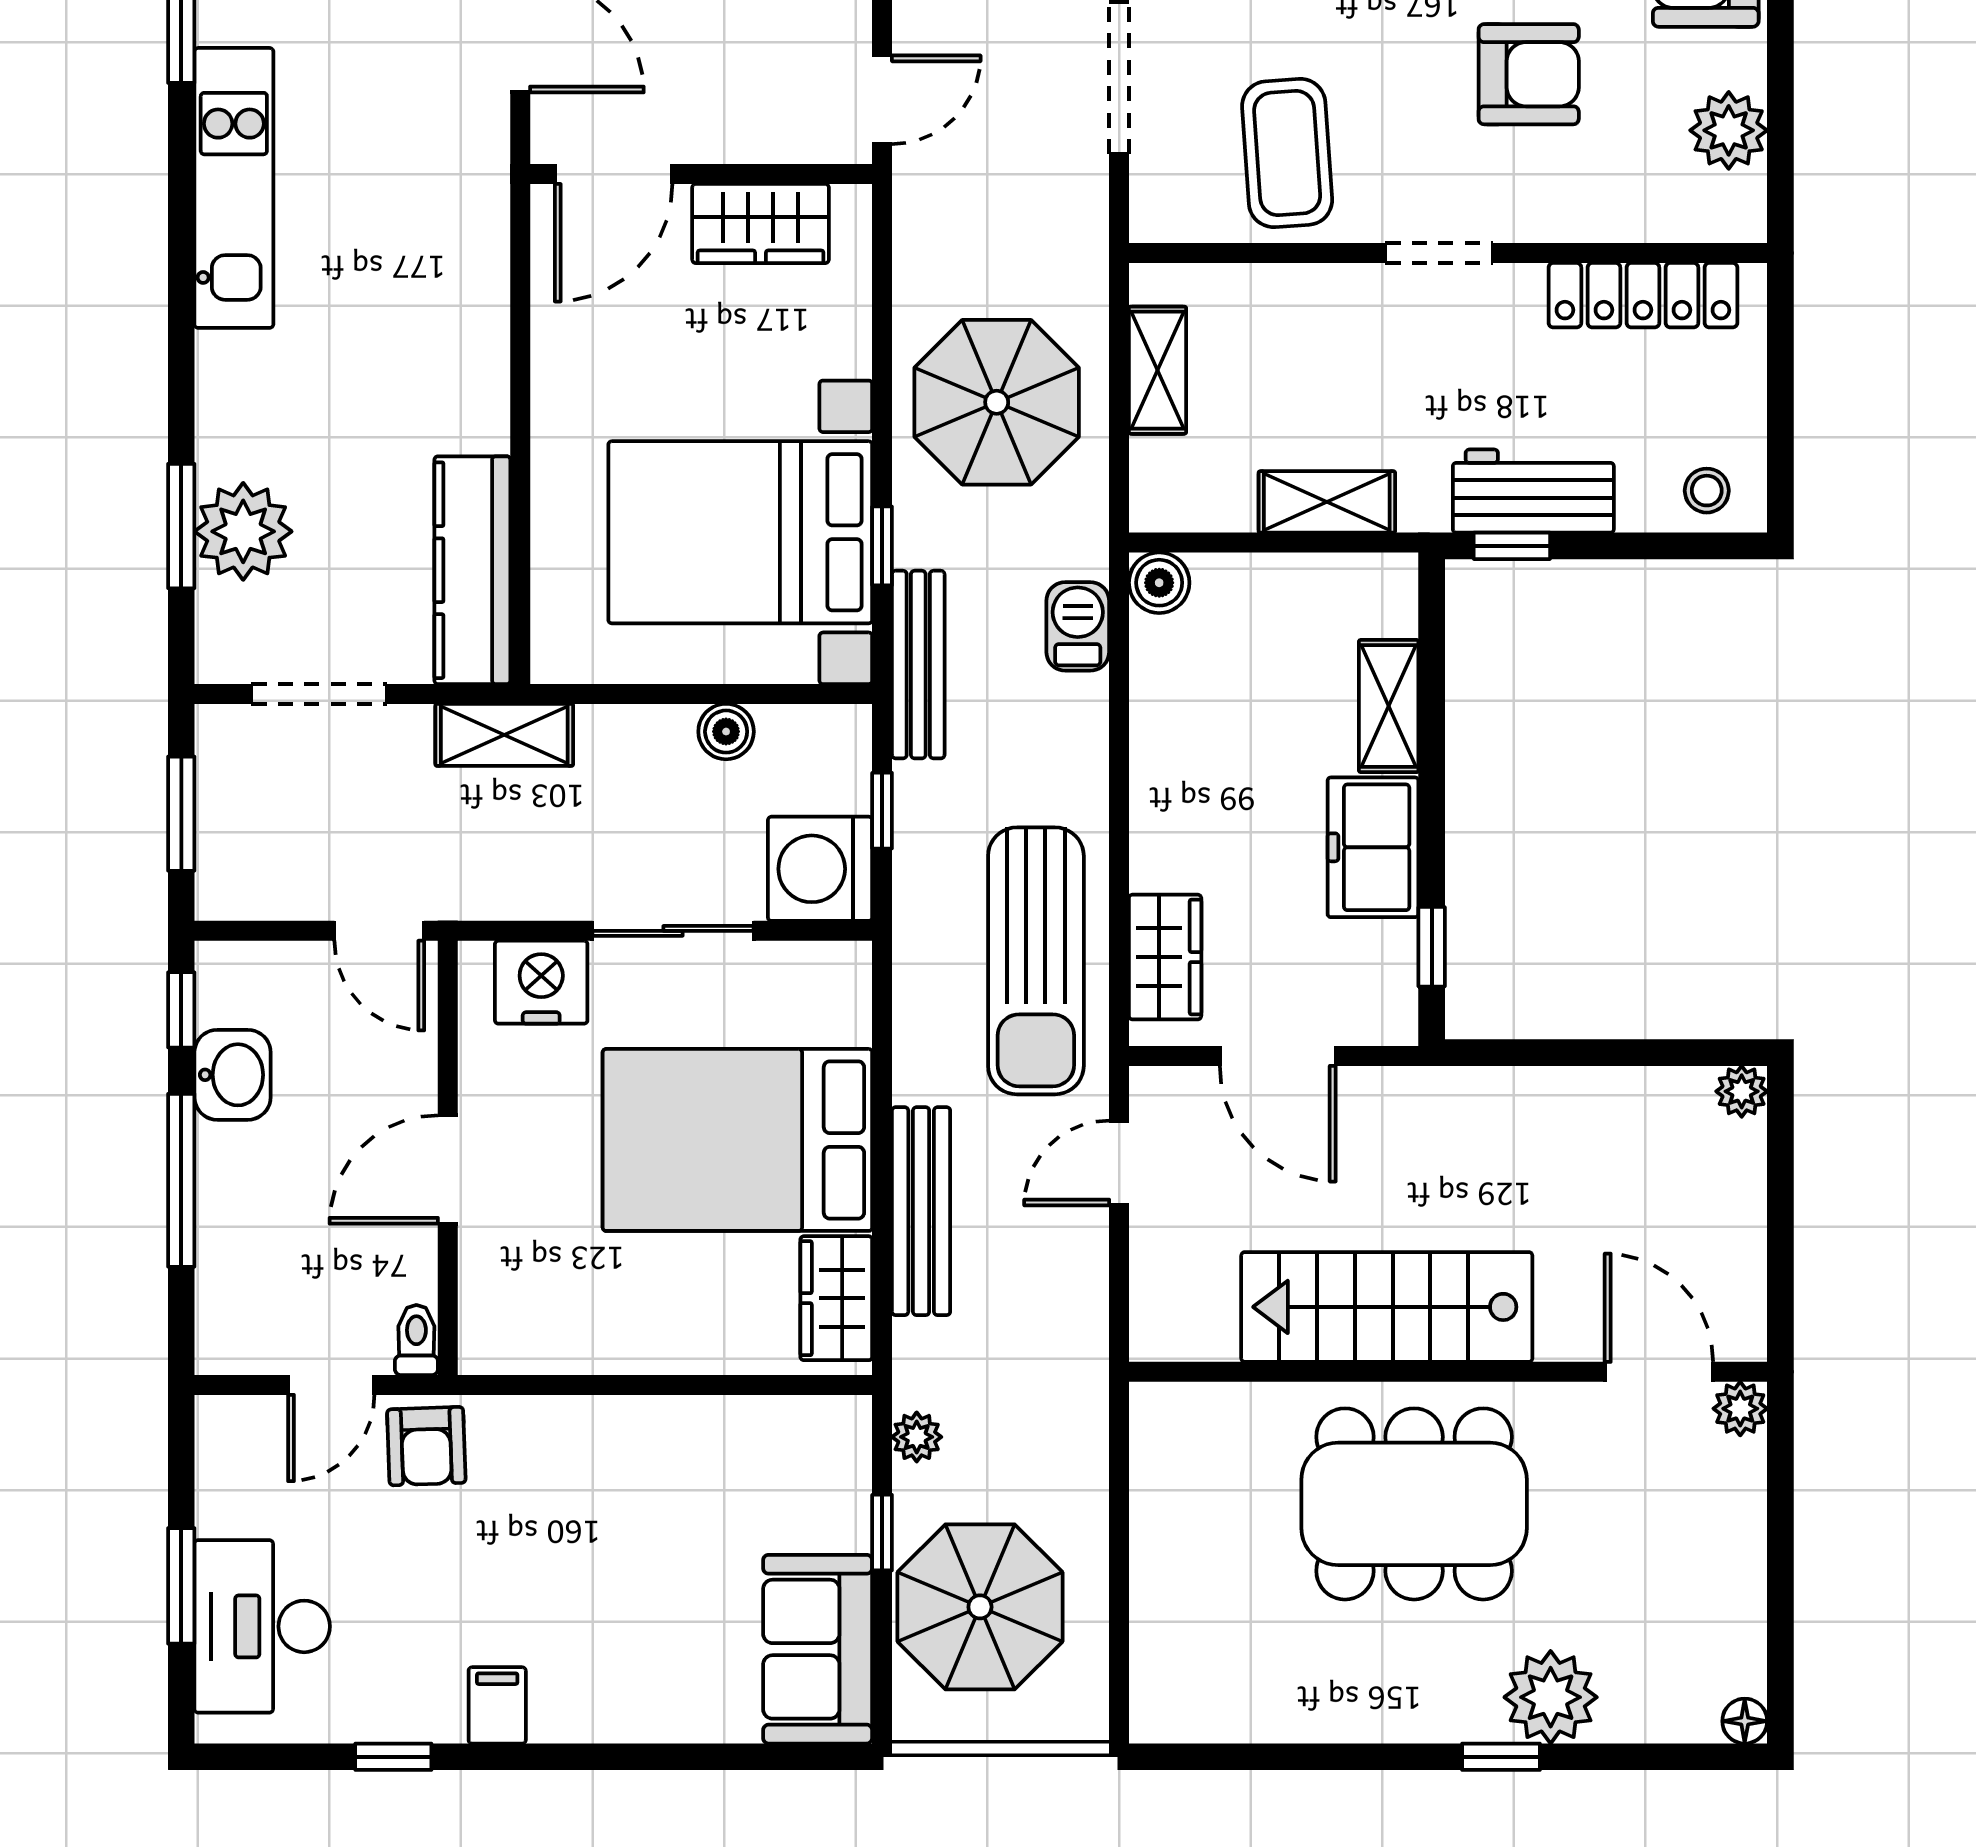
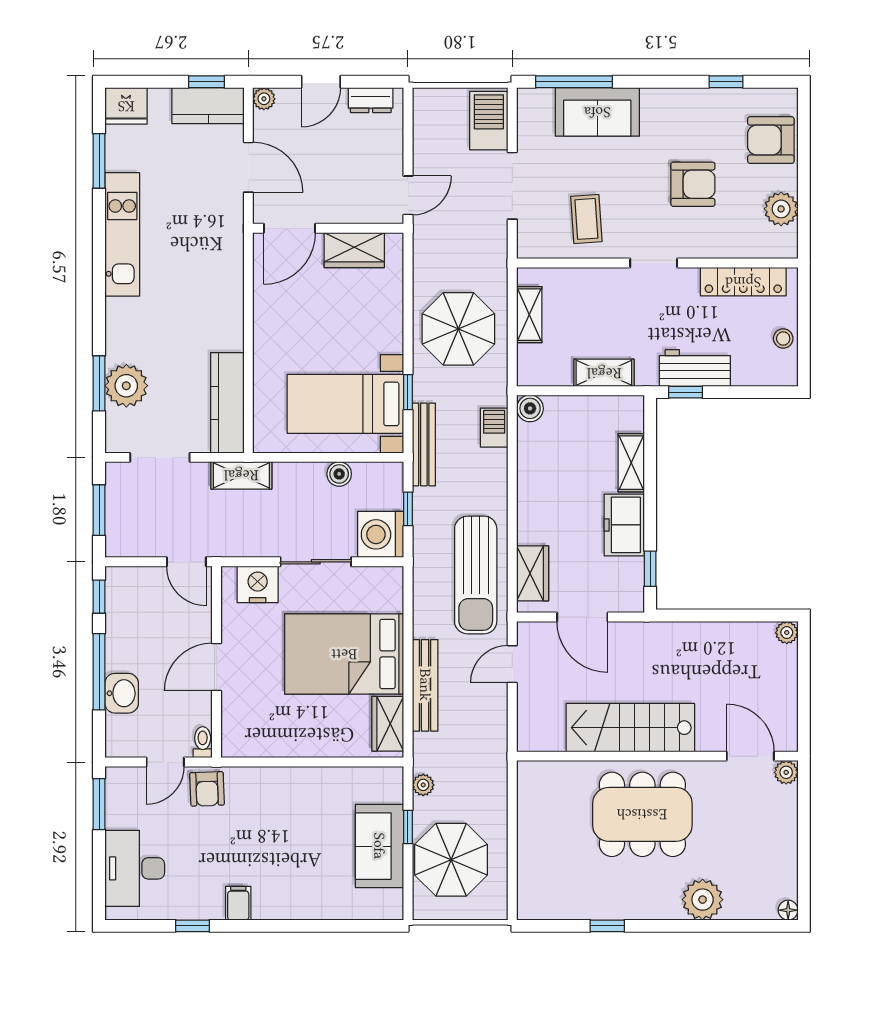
coffee table: (1287, 153) -> (586, 219), width x0.73, depth x0.77
stool: (1707, 491) -> (783, 339), moved
bed with nightstands: (740, 532) -> (345, 404), width x0.73
washbasin: (233, 1075) -> (122, 693), moved
window: (181, 1586) -> (99, 804), moved
sofa: (818, 1649) -> (379, 846), moved
window: (1501, 1757) -> (607, 926), moved

